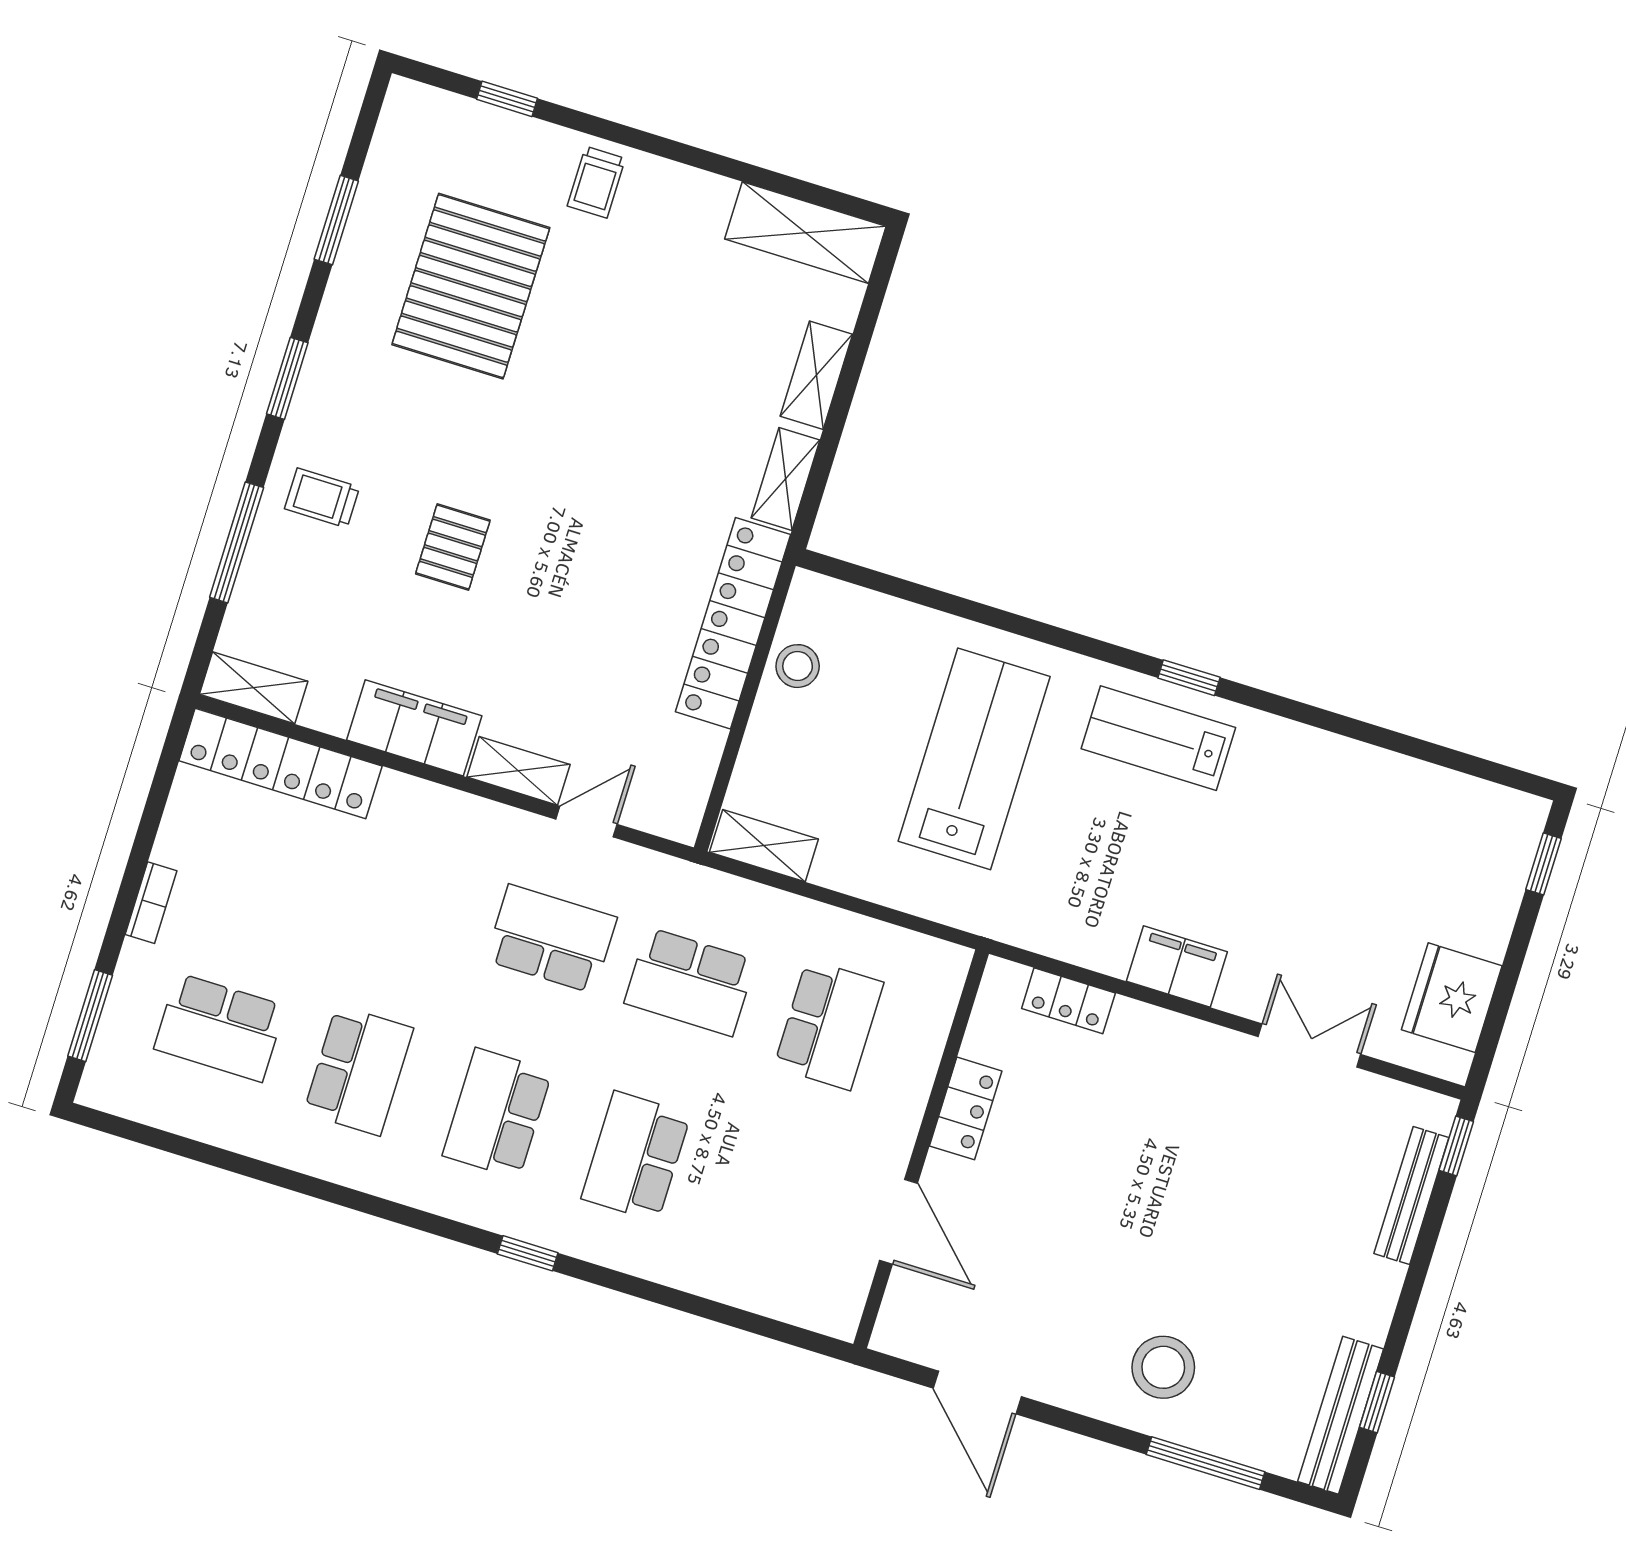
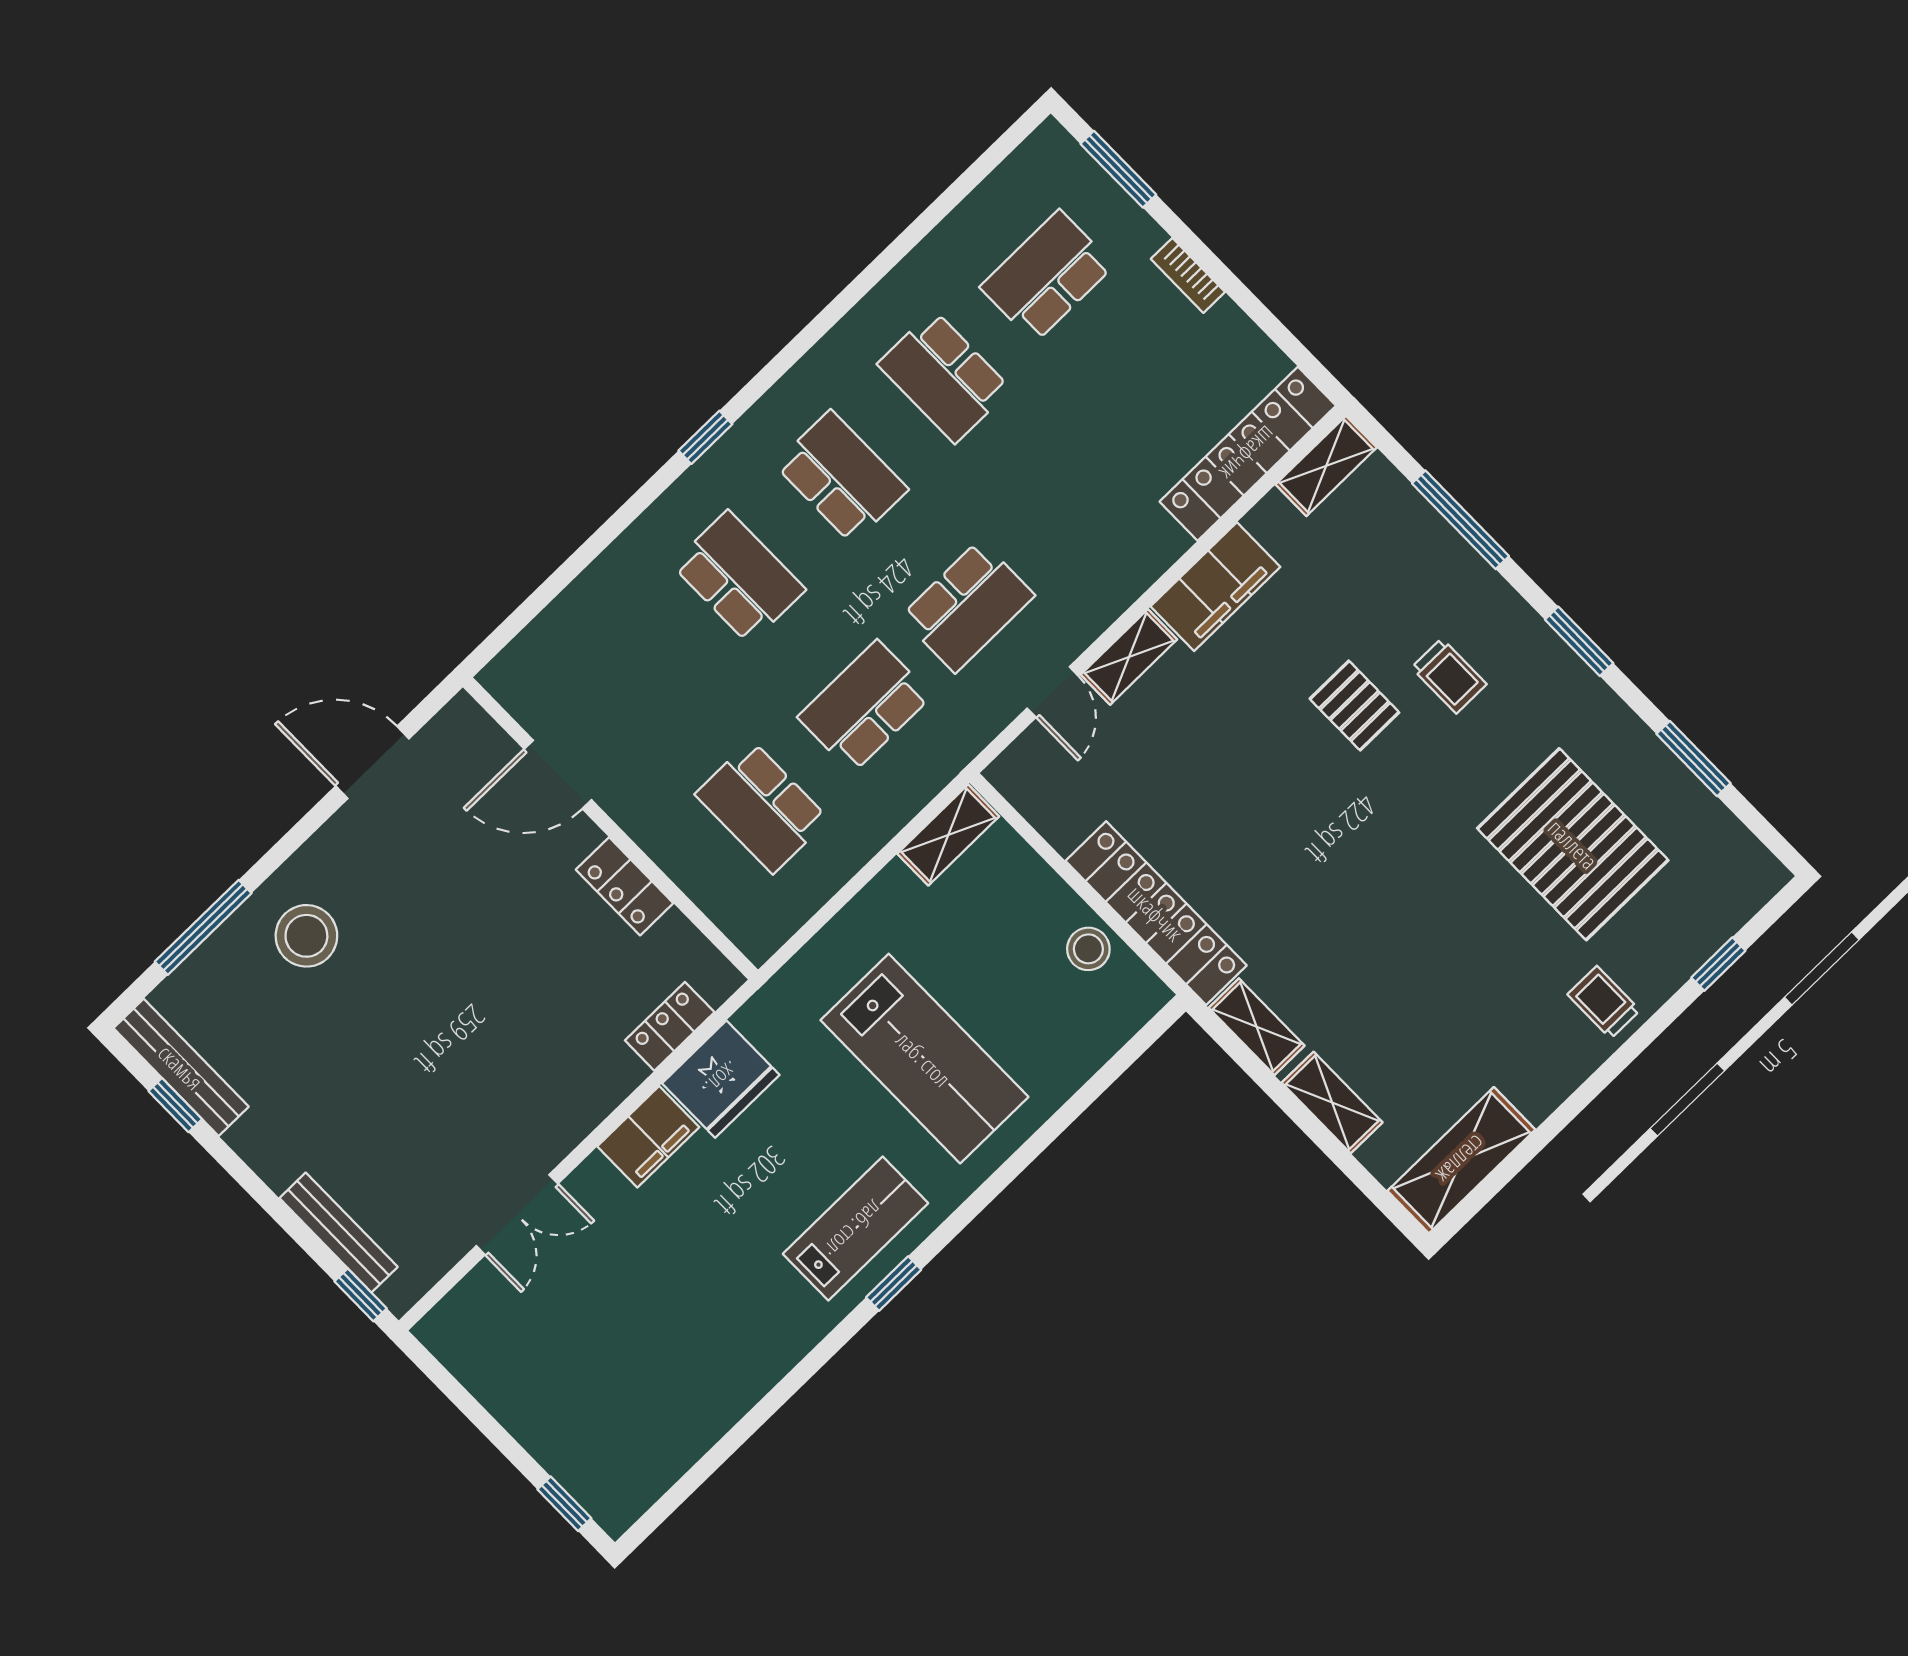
trolley: (322, 498) -> (1449, 676), moved, turned 90
fridge: (1452, 998) -> (721, 1079), moved, turned 90

